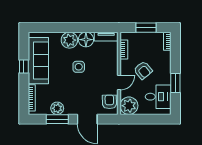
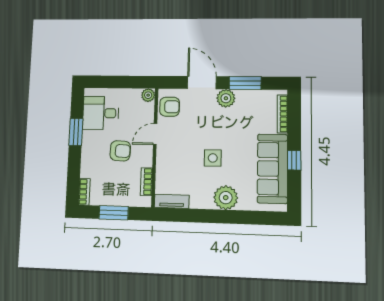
floor lamp: (86, 40) -> (201, 198), removed
armchair: (143, 70) -> (120, 151), turned 132
armchair: (109, 102) -> (170, 107), turned -89
plant: (129, 106) -> (148, 95), width x0.53, depth x0.53
plant: (57, 108) -> (226, 98), moved

